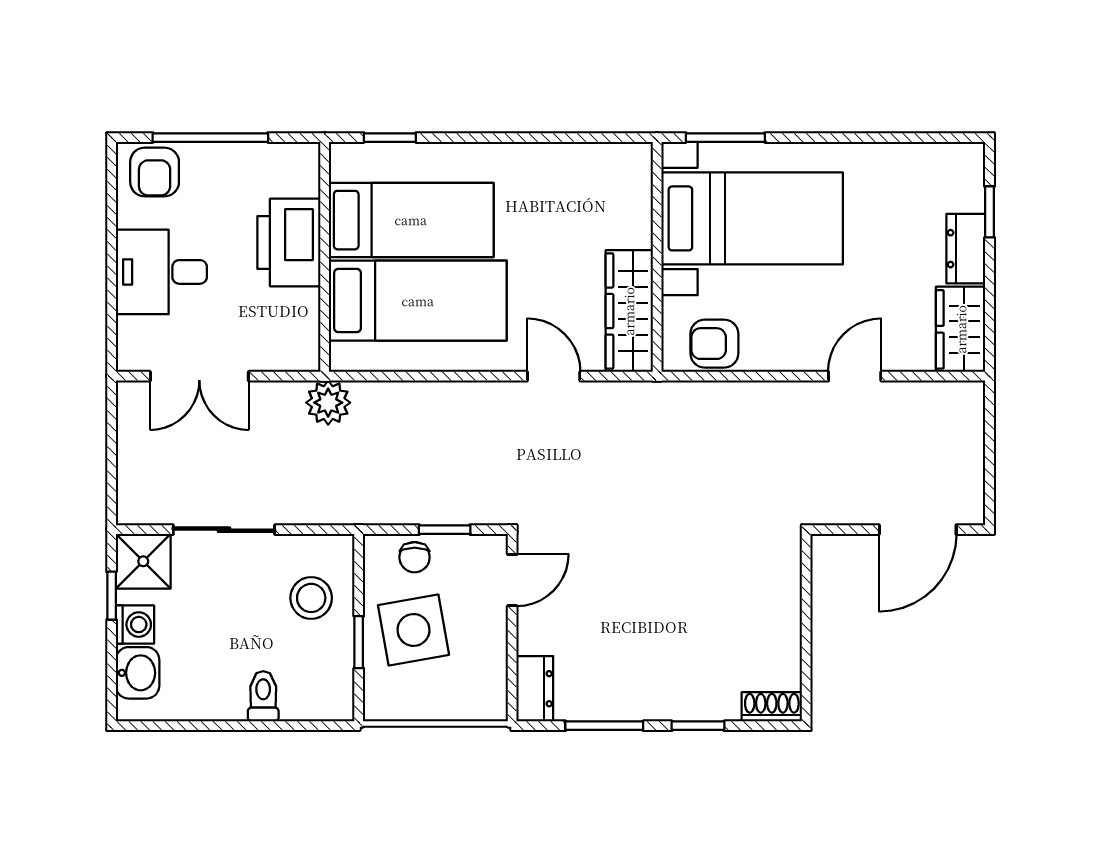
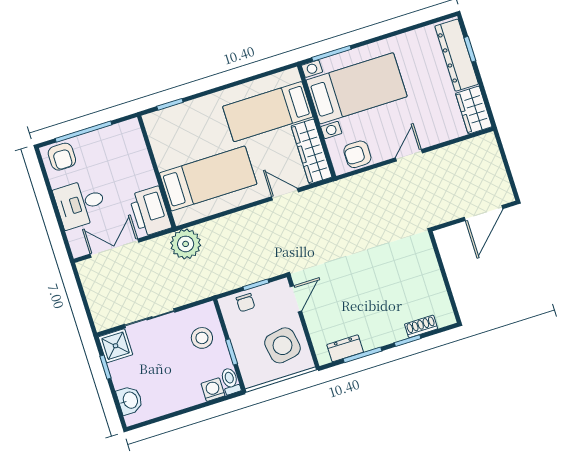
bed: (411, 220) -> (268, 112), moved, turned 180
printer: (289, 243) -> (150, 211), moved
dresser: (966, 249) -> (457, 55), width x1.96, depth x1.24
double door: (199, 376) -> (114, 248), swing flipped
door: (855, 376) -> (409, 155), moved
plant: (328, 403) -> (186, 244), width x1.36, depth x1.36
washing machine: (135, 625) -> (213, 390), moved, turned -90
side table: (413, 630) -> (282, 345), moved
dresser: (535, 689) -> (345, 348), moved, turned -90
toilet: (263, 696) -> (230, 381), moved
shoe rack: (772, 707) -> (421, 326), moved

